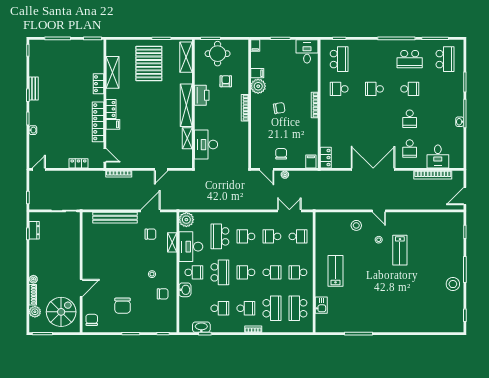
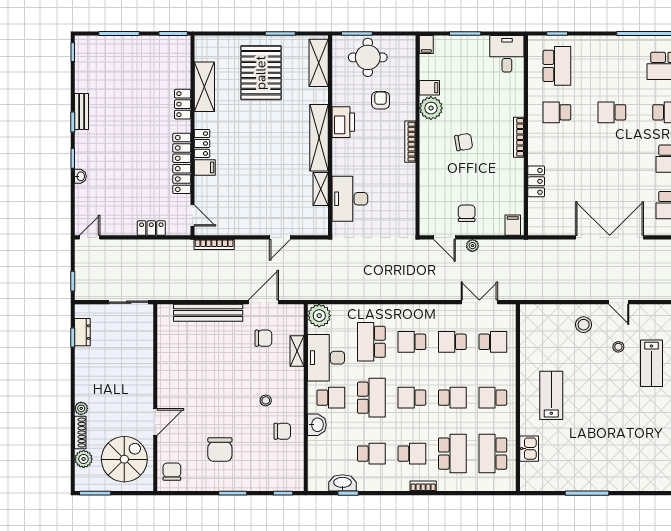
locker: (326, 158) -> (536, 181), moved

